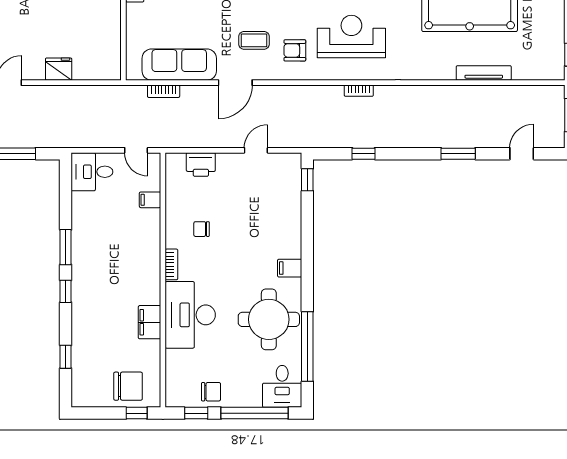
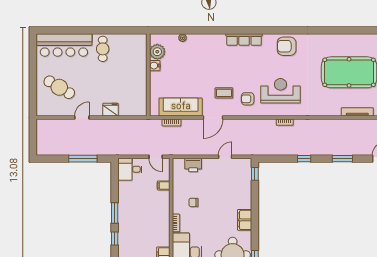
window: (364, 154) -> (304, 159), moved
filing cabinet: (290, 268) -> (245, 220), width x2.00

